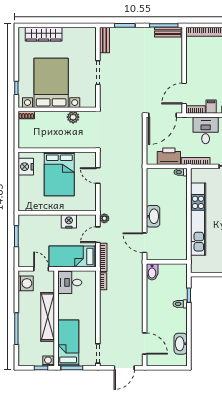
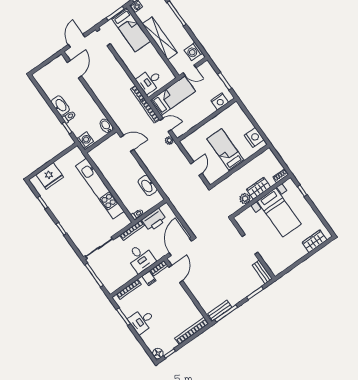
wardrobe: (44, 34) -> (314, 241), width x0.67
bed with nightstands: (51, 83) -> (279, 212), width x0.73
wardrobe: (54, 118) -> (259, 188), added
bed: (59, 174) -> (226, 150), width x0.67
door: (98, 176) -> (196, 169), hinge flipped
washbasin: (153, 216) -> (147, 186), moved
nightstand: (69, 221) -> (220, 101), moved
door: (98, 235) -> (165, 125), hinge flipped
washing machine: (180, 272) -> (85, 140), added
desk: (70, 282) -> (150, 81), moved, turned 180
door: (145, 343) -> (74, 69), swing flipped
washbasin: (181, 344) -> (60, 106), moved

